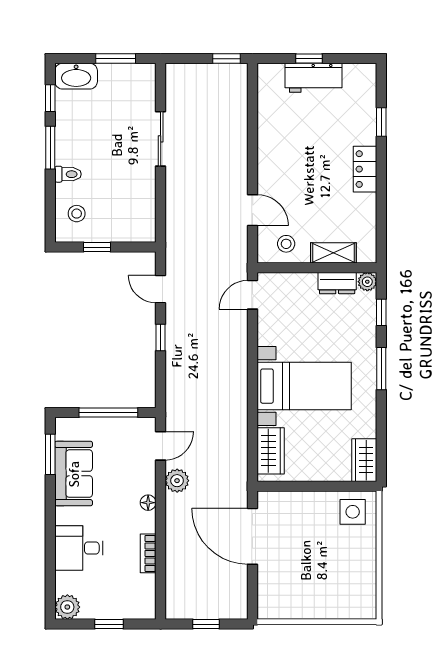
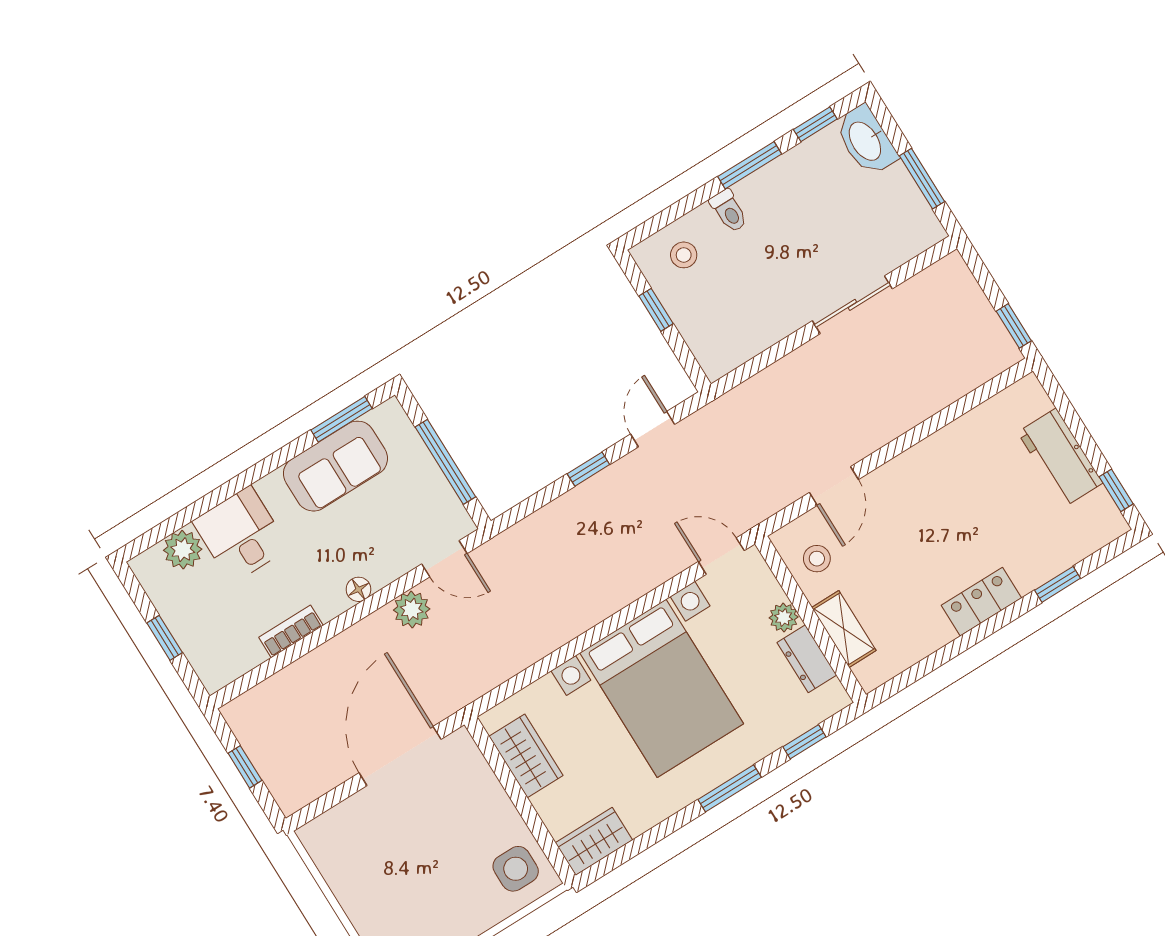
window: (309, 59) -> (1116, 490), moved
plant: (367, 282) -> (784, 617), moved
bed with nightstands: (304, 386) -> (662, 688), width x1.36
wardrobe: (271, 451) -> (526, 756), moved, turned -90
plant: (67, 607) -> (183, 550), moved

